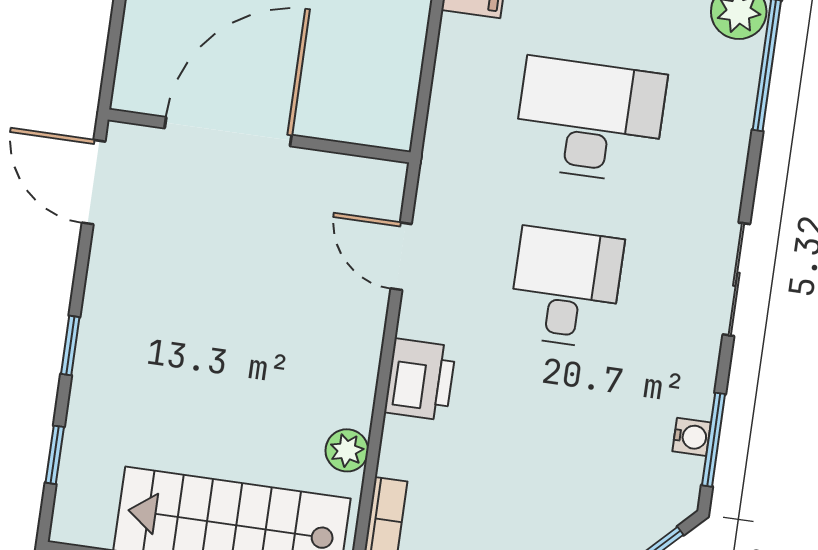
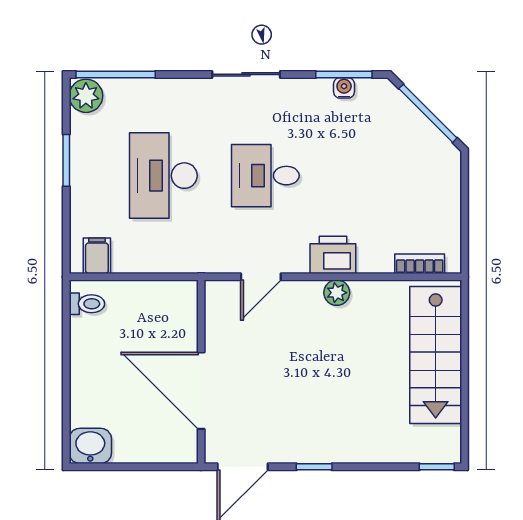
window: (70, 346) -> (314, 467), moved
plant: (347, 450) -> (337, 293), moved
window: (55, 455) -> (437, 467), moved

